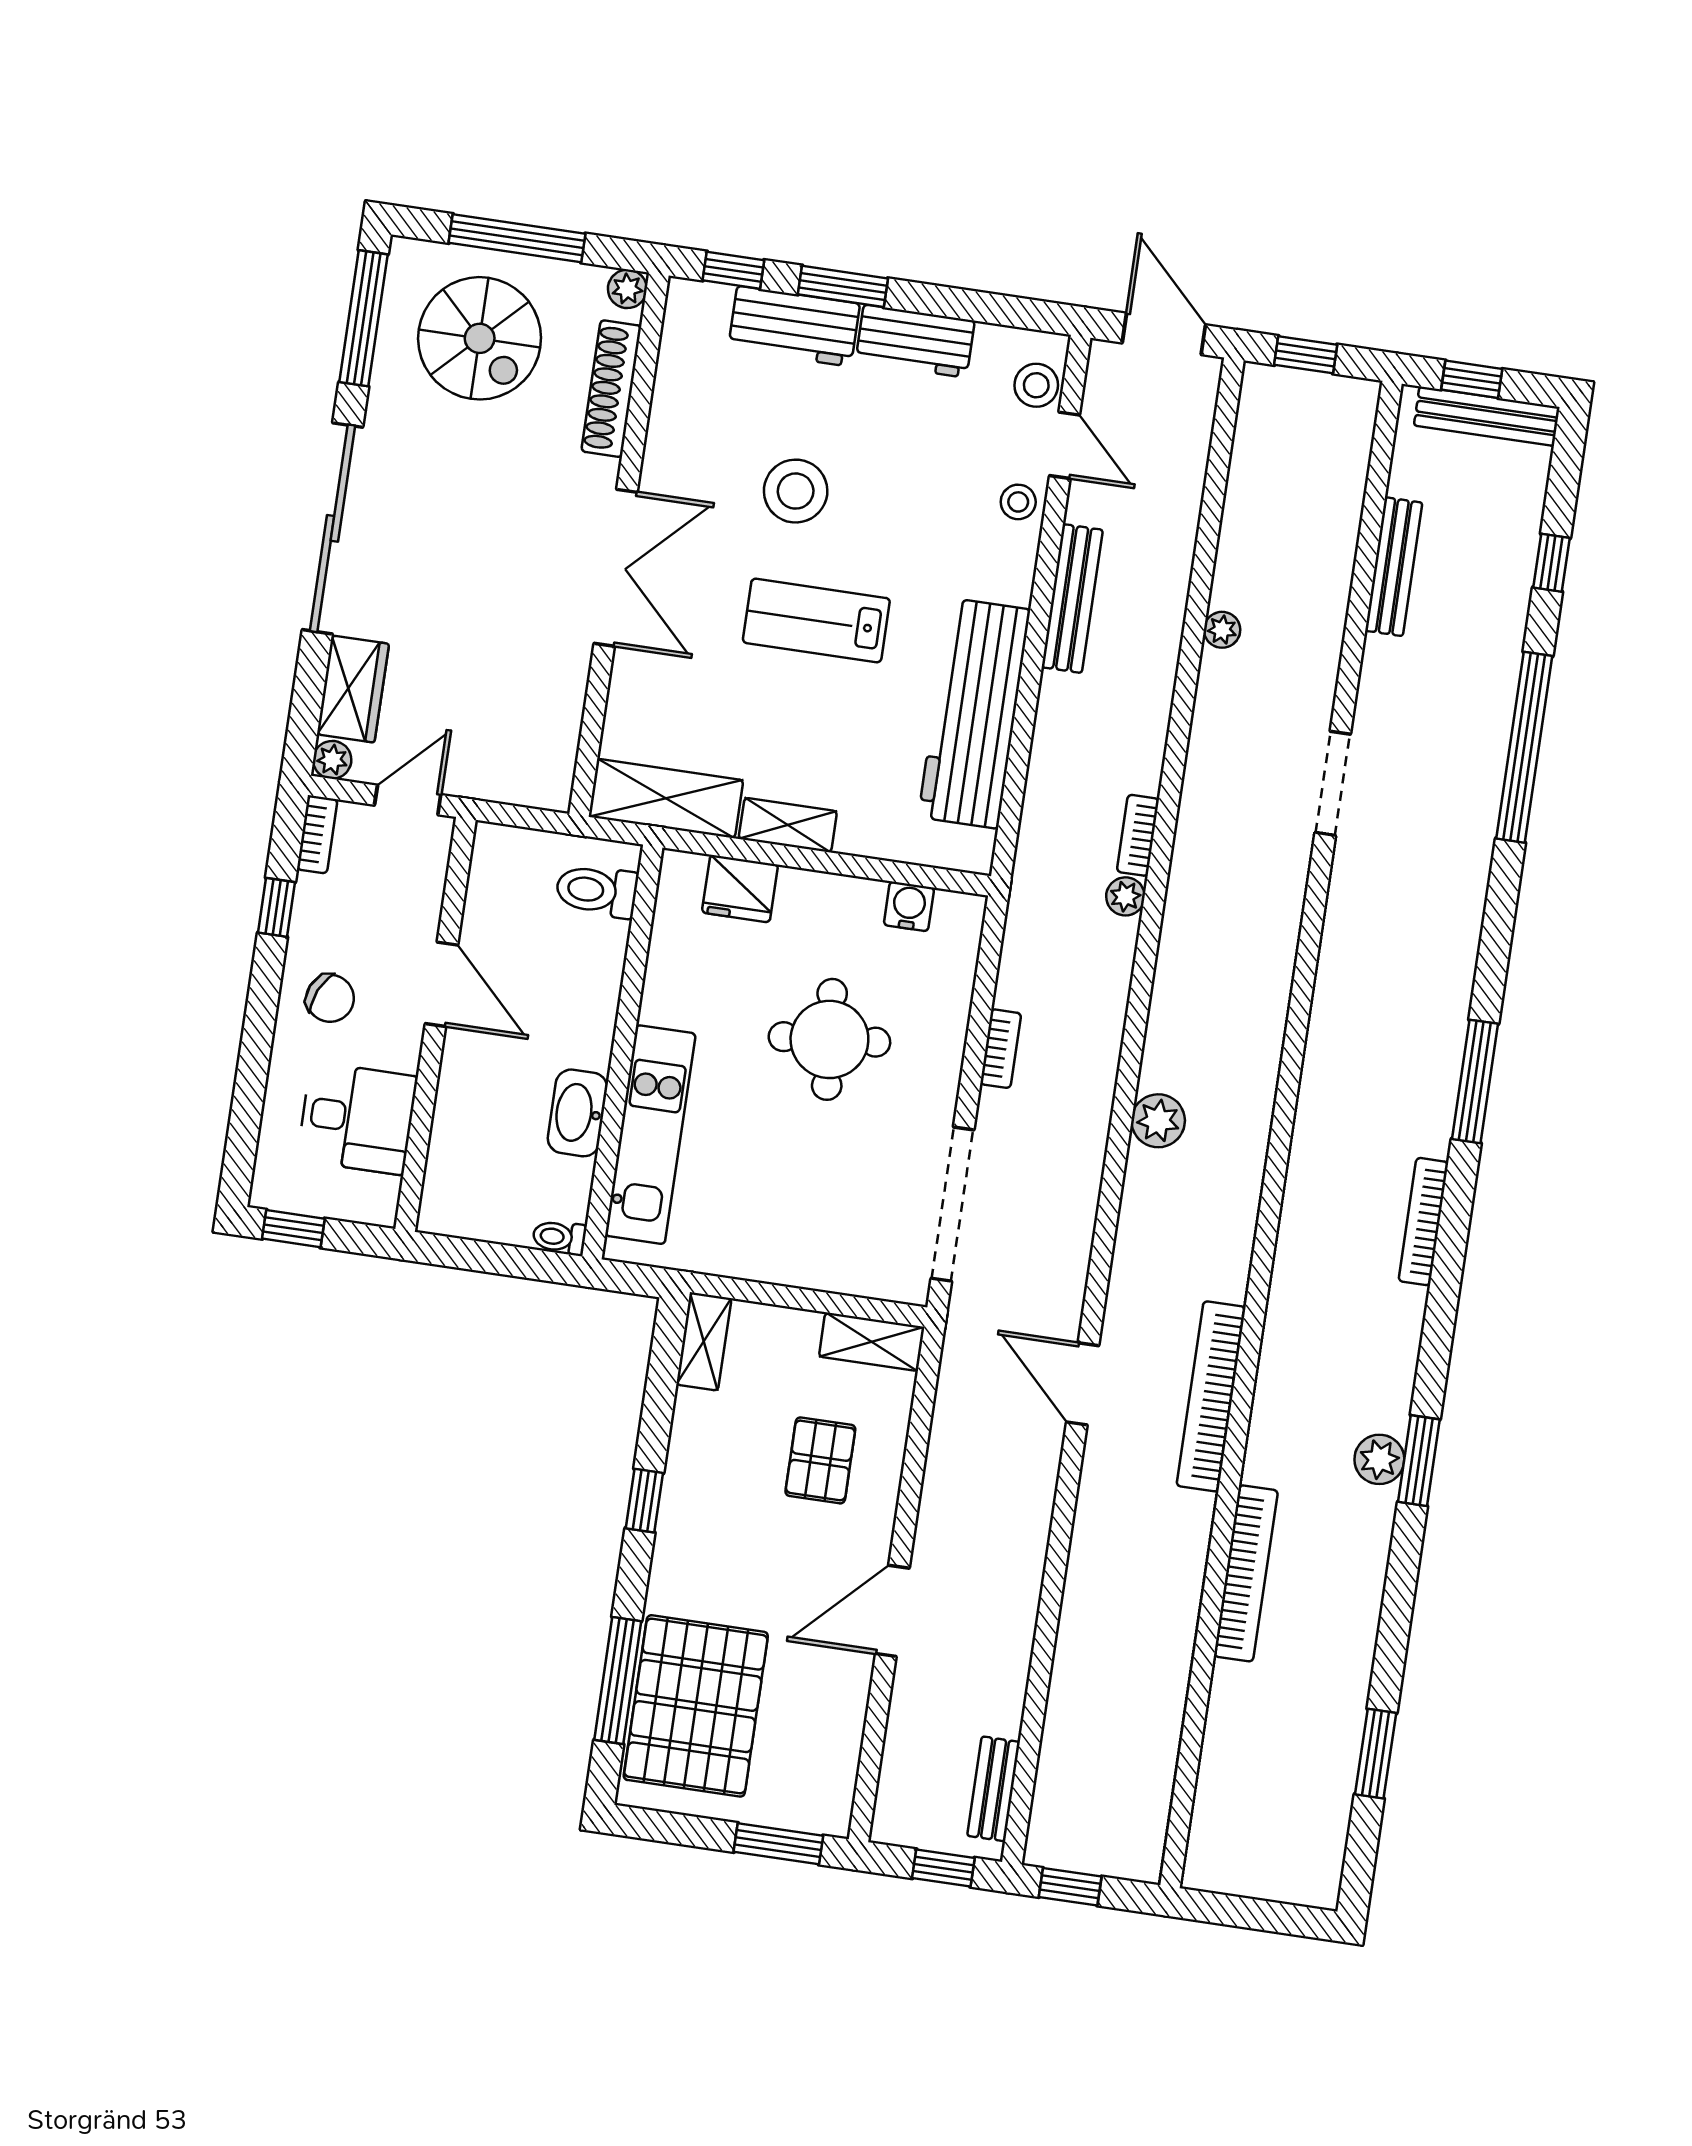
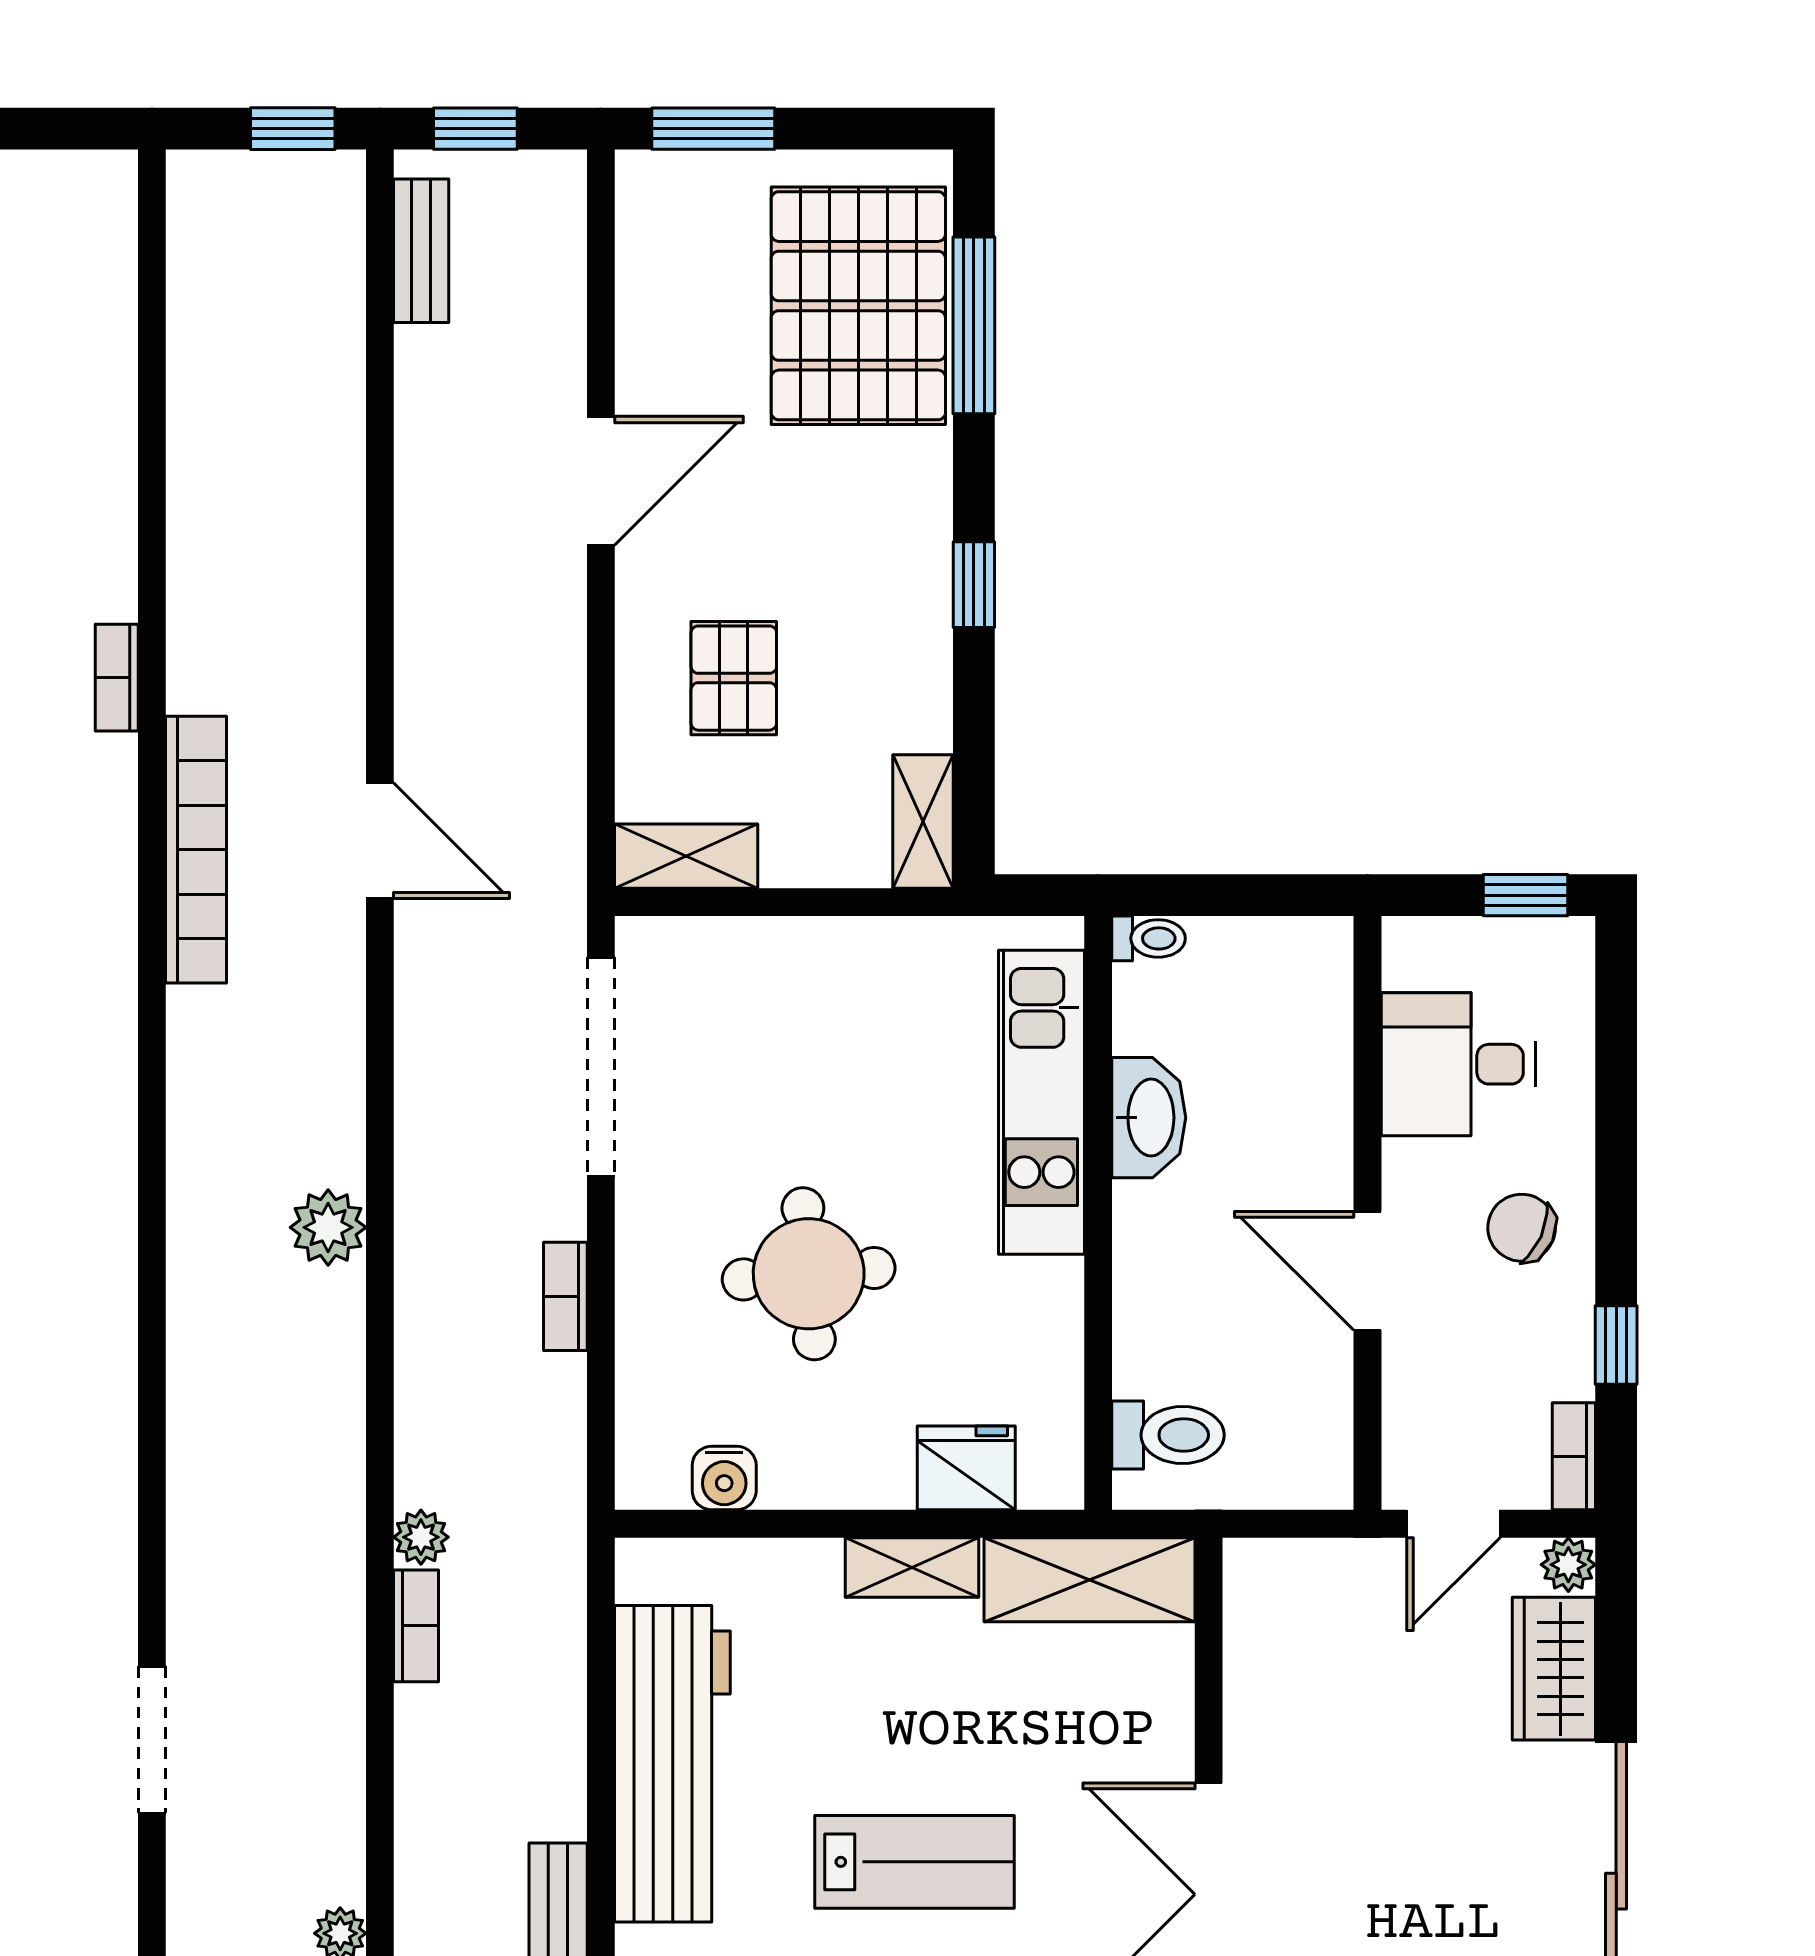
bookcase: (1246, 1573) -> (117, 678), width x0.43, depth x0.76

